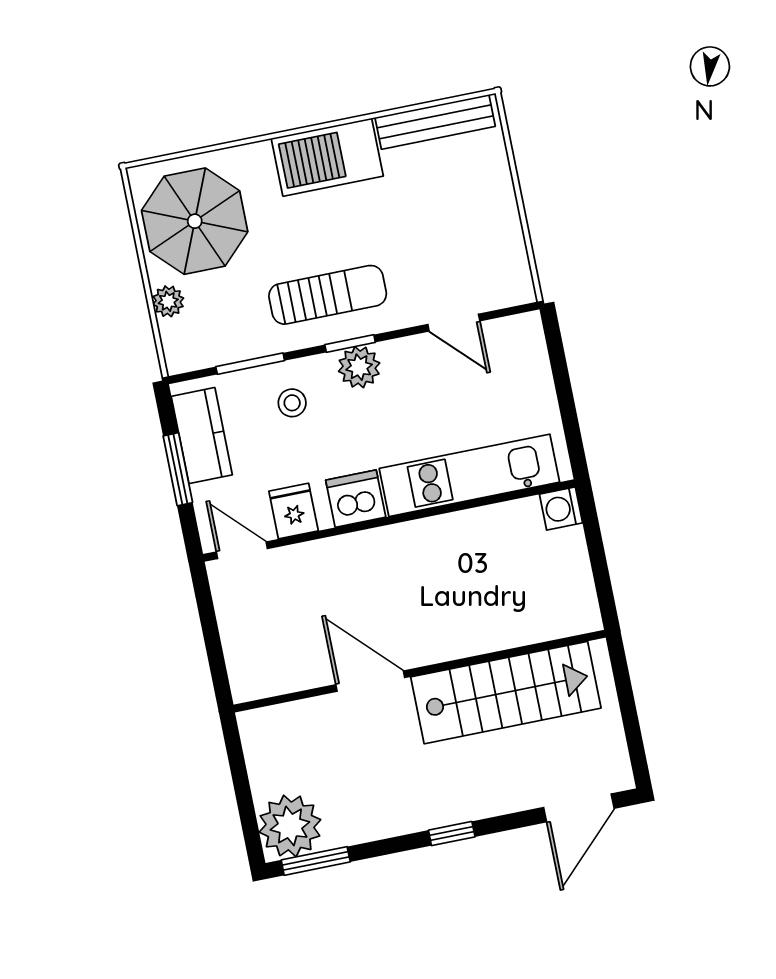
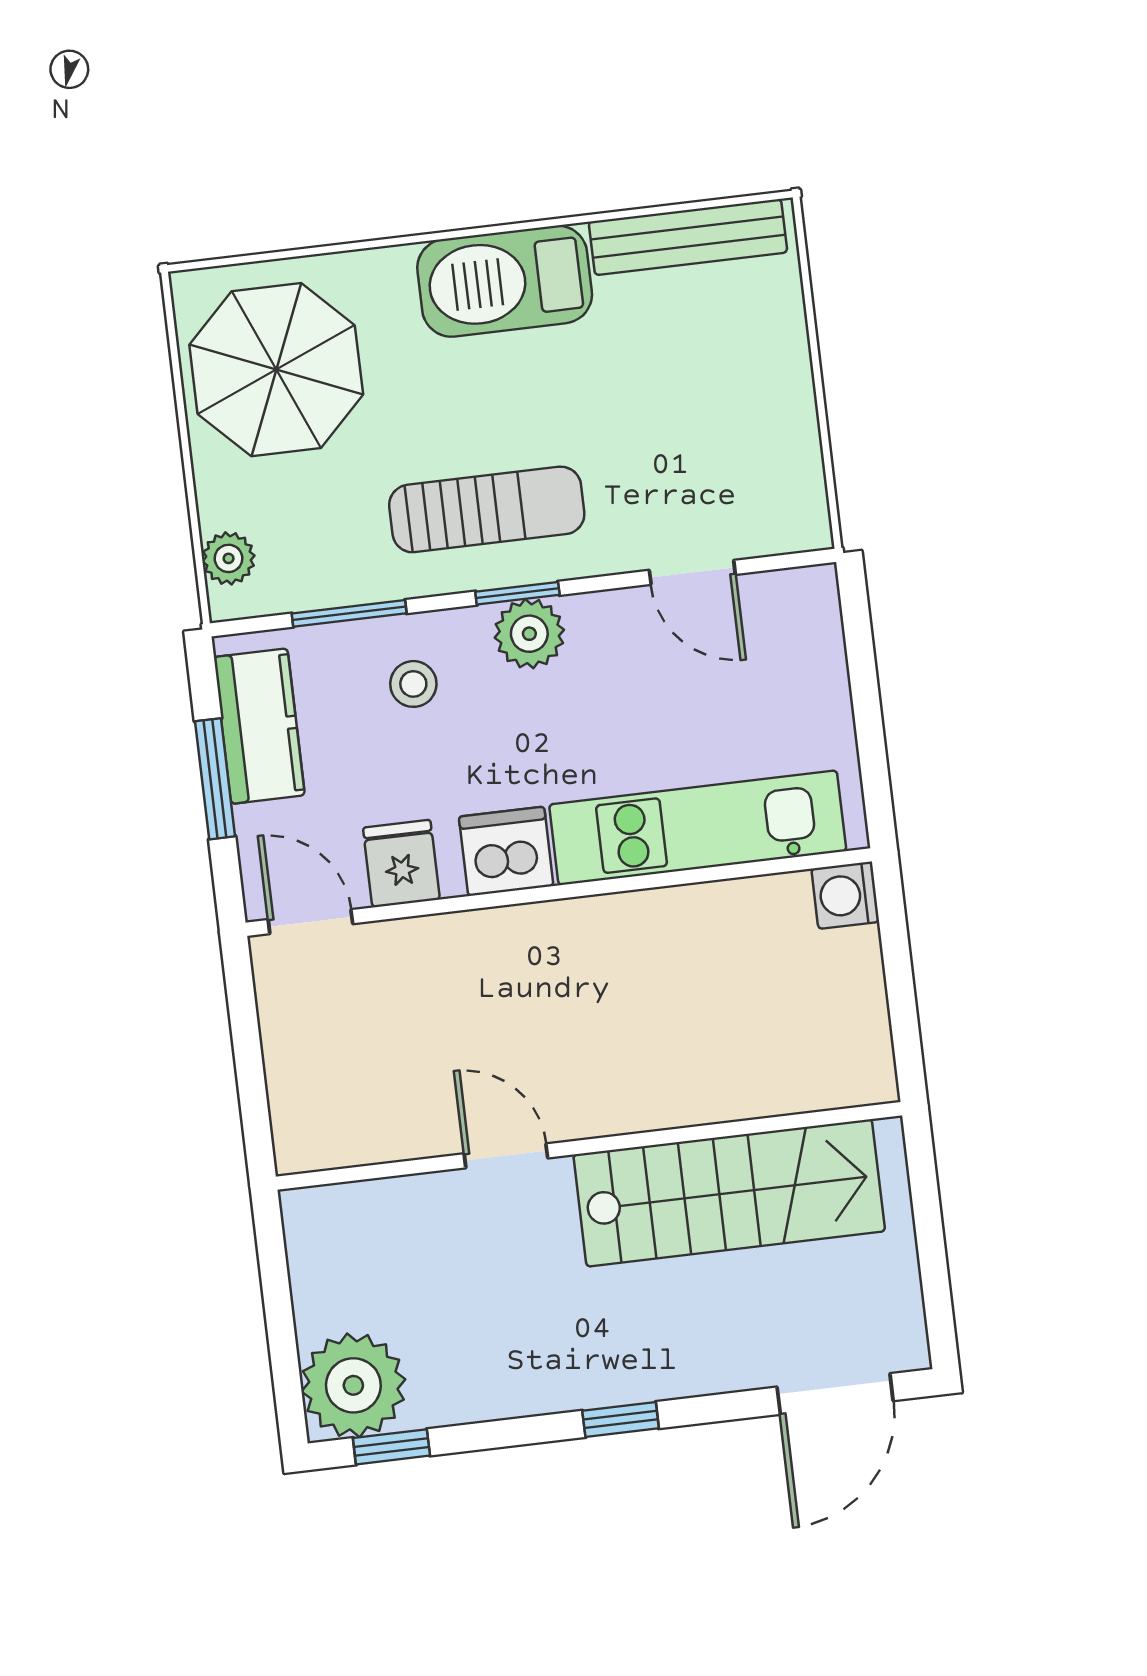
plant: (168, 301) -> (229, 558), moved
door: (370, 681) -> (506, 1156), width x0.73
window: (316, 861) -> (391, 1447), width x0.67

